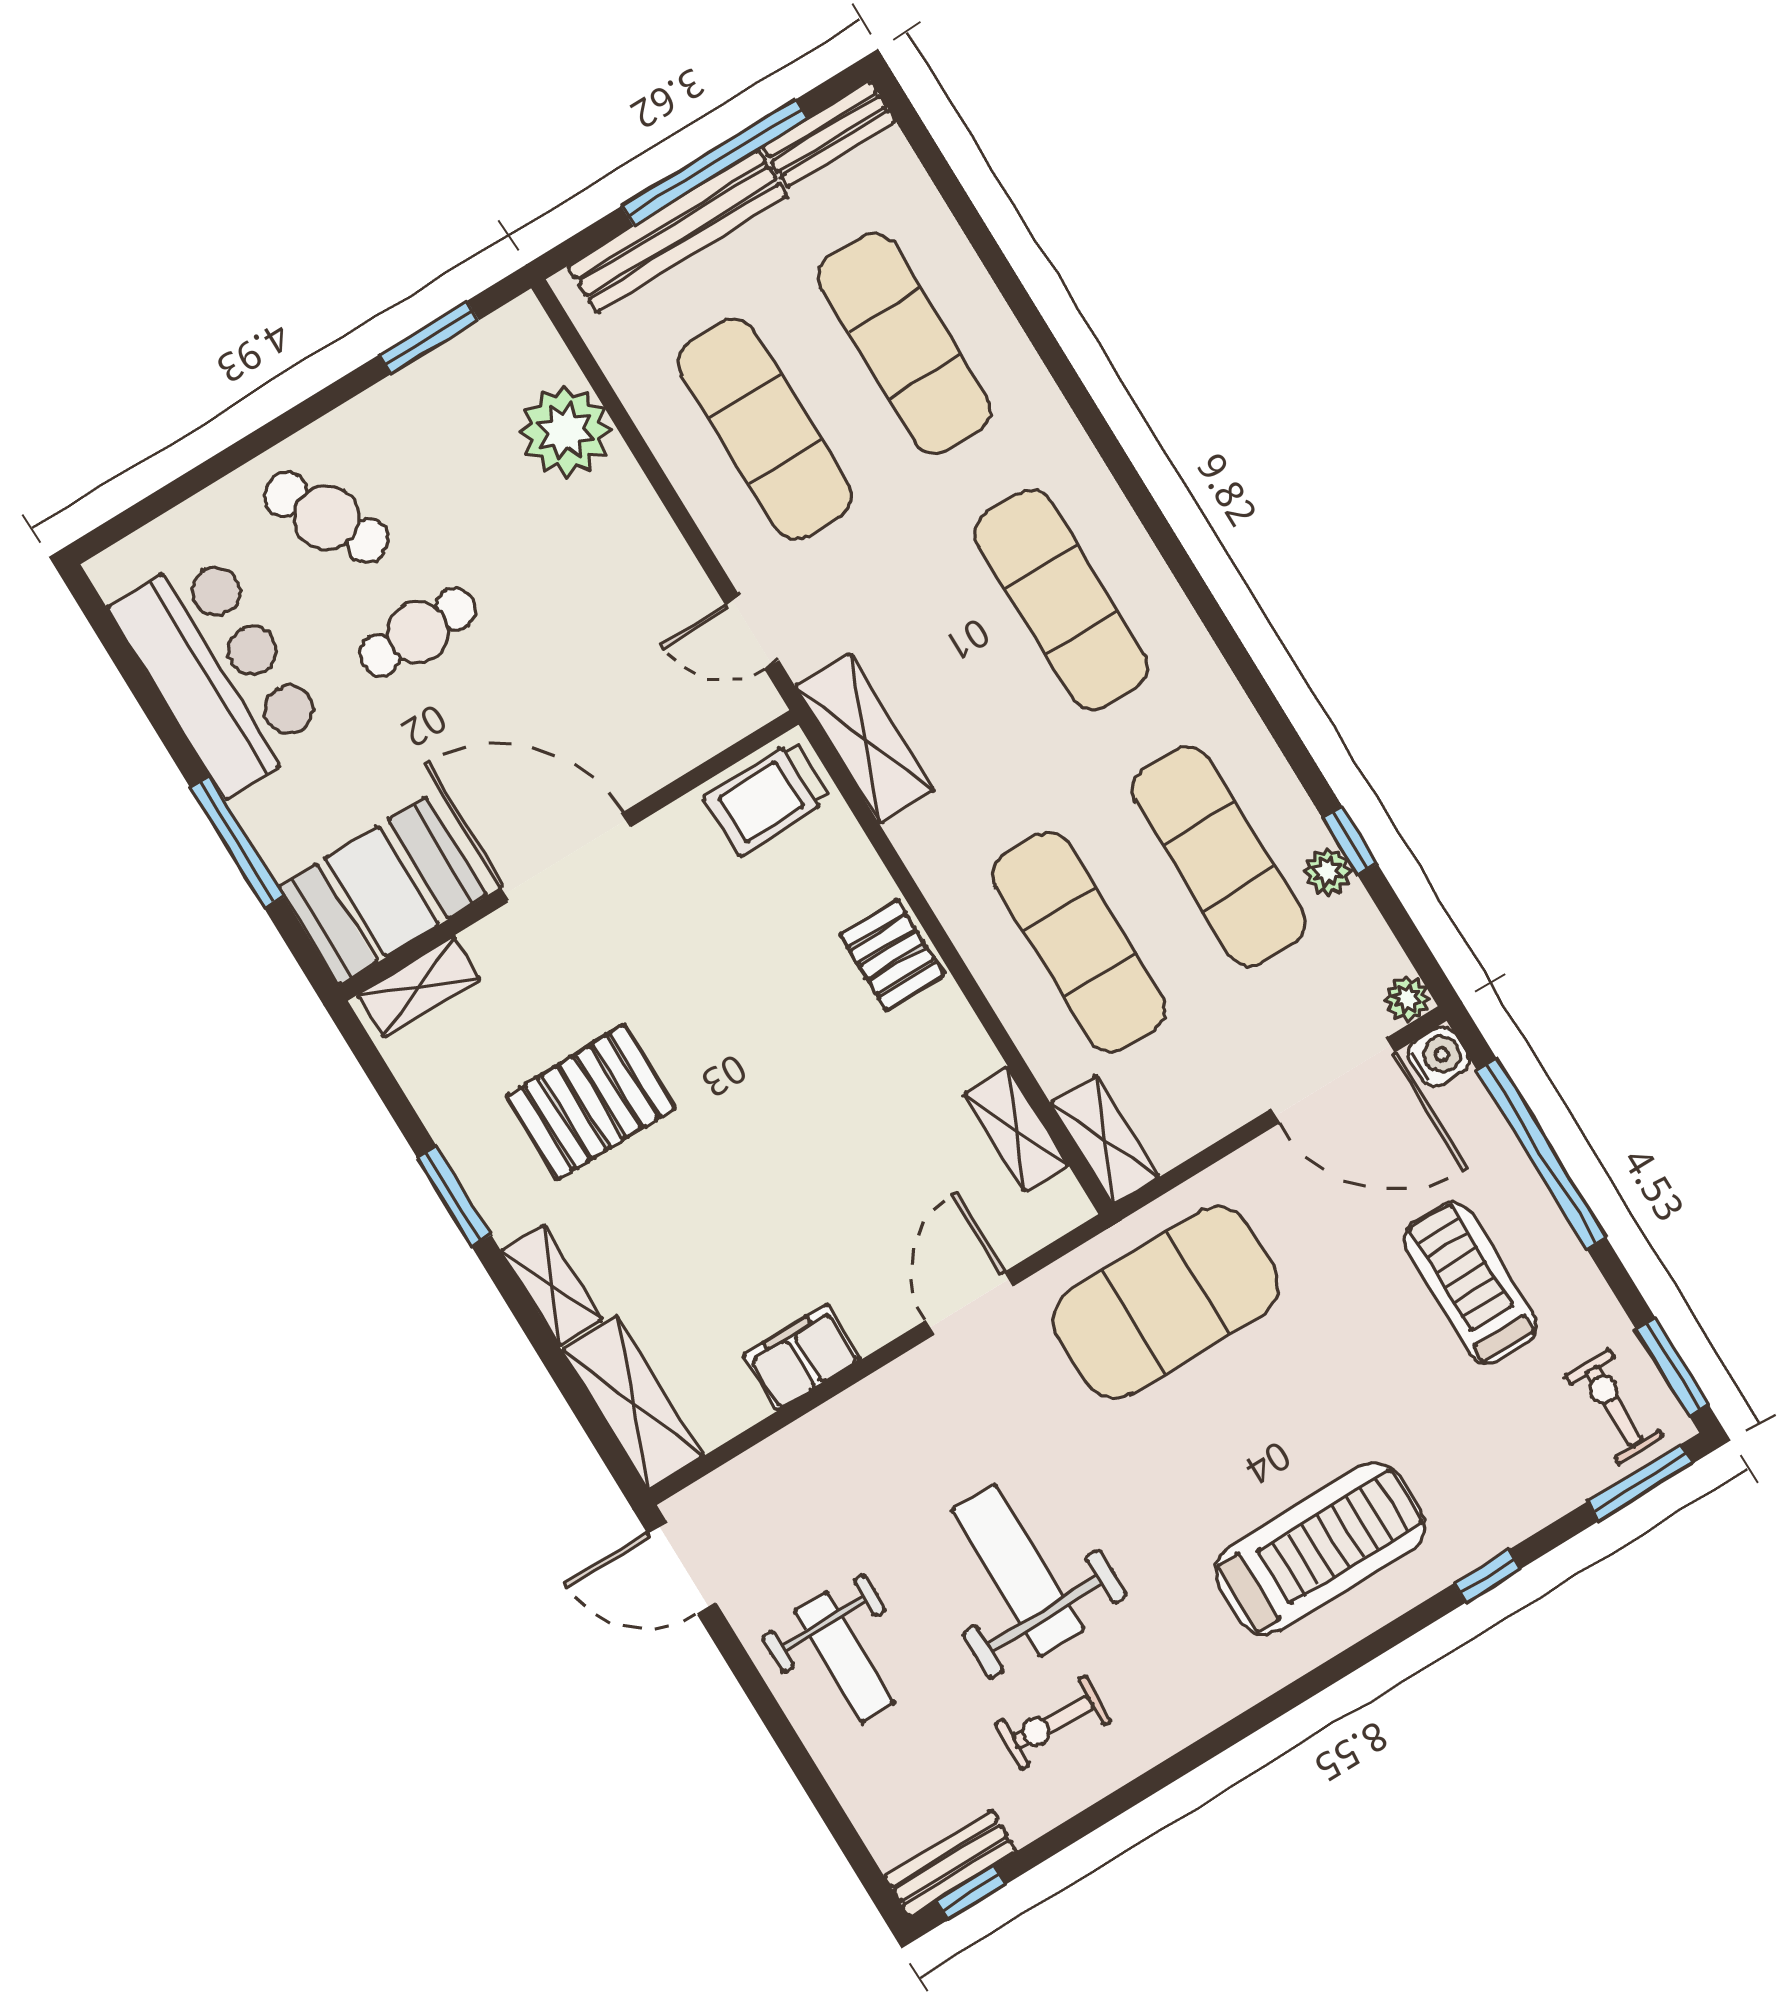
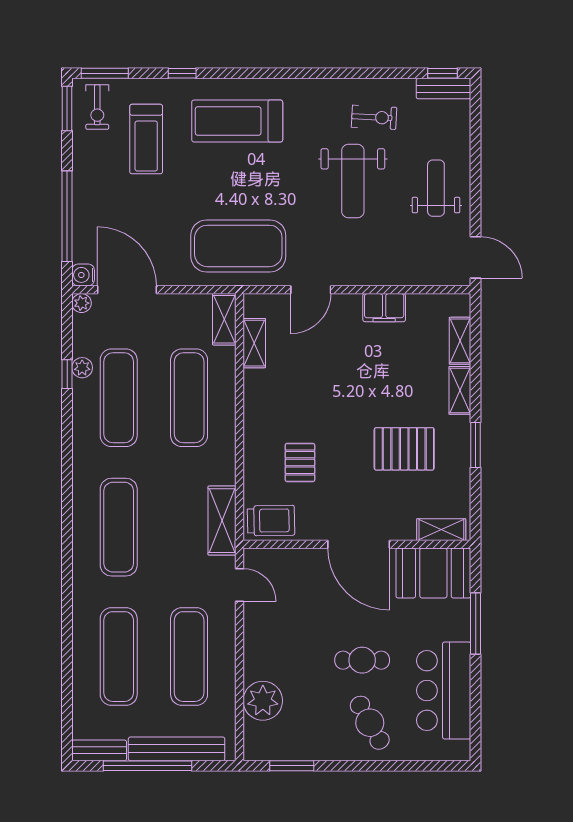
pallet: (892, 955) -> (300, 462), moved
treadmill: (1470, 1283) -> (146, 139), moved
shelving: (633, 1403) -> (460, 341), width x0.67, depth x0.75

